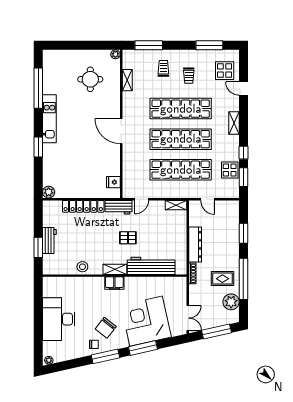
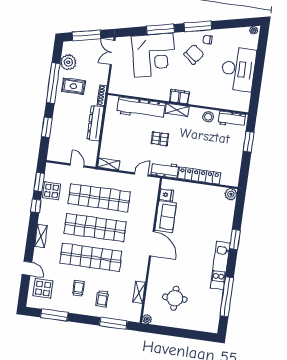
sofa: (111, 160) -> (166, 217), added
workbench: (49, 240) -> (232, 119), moved, turned -90

